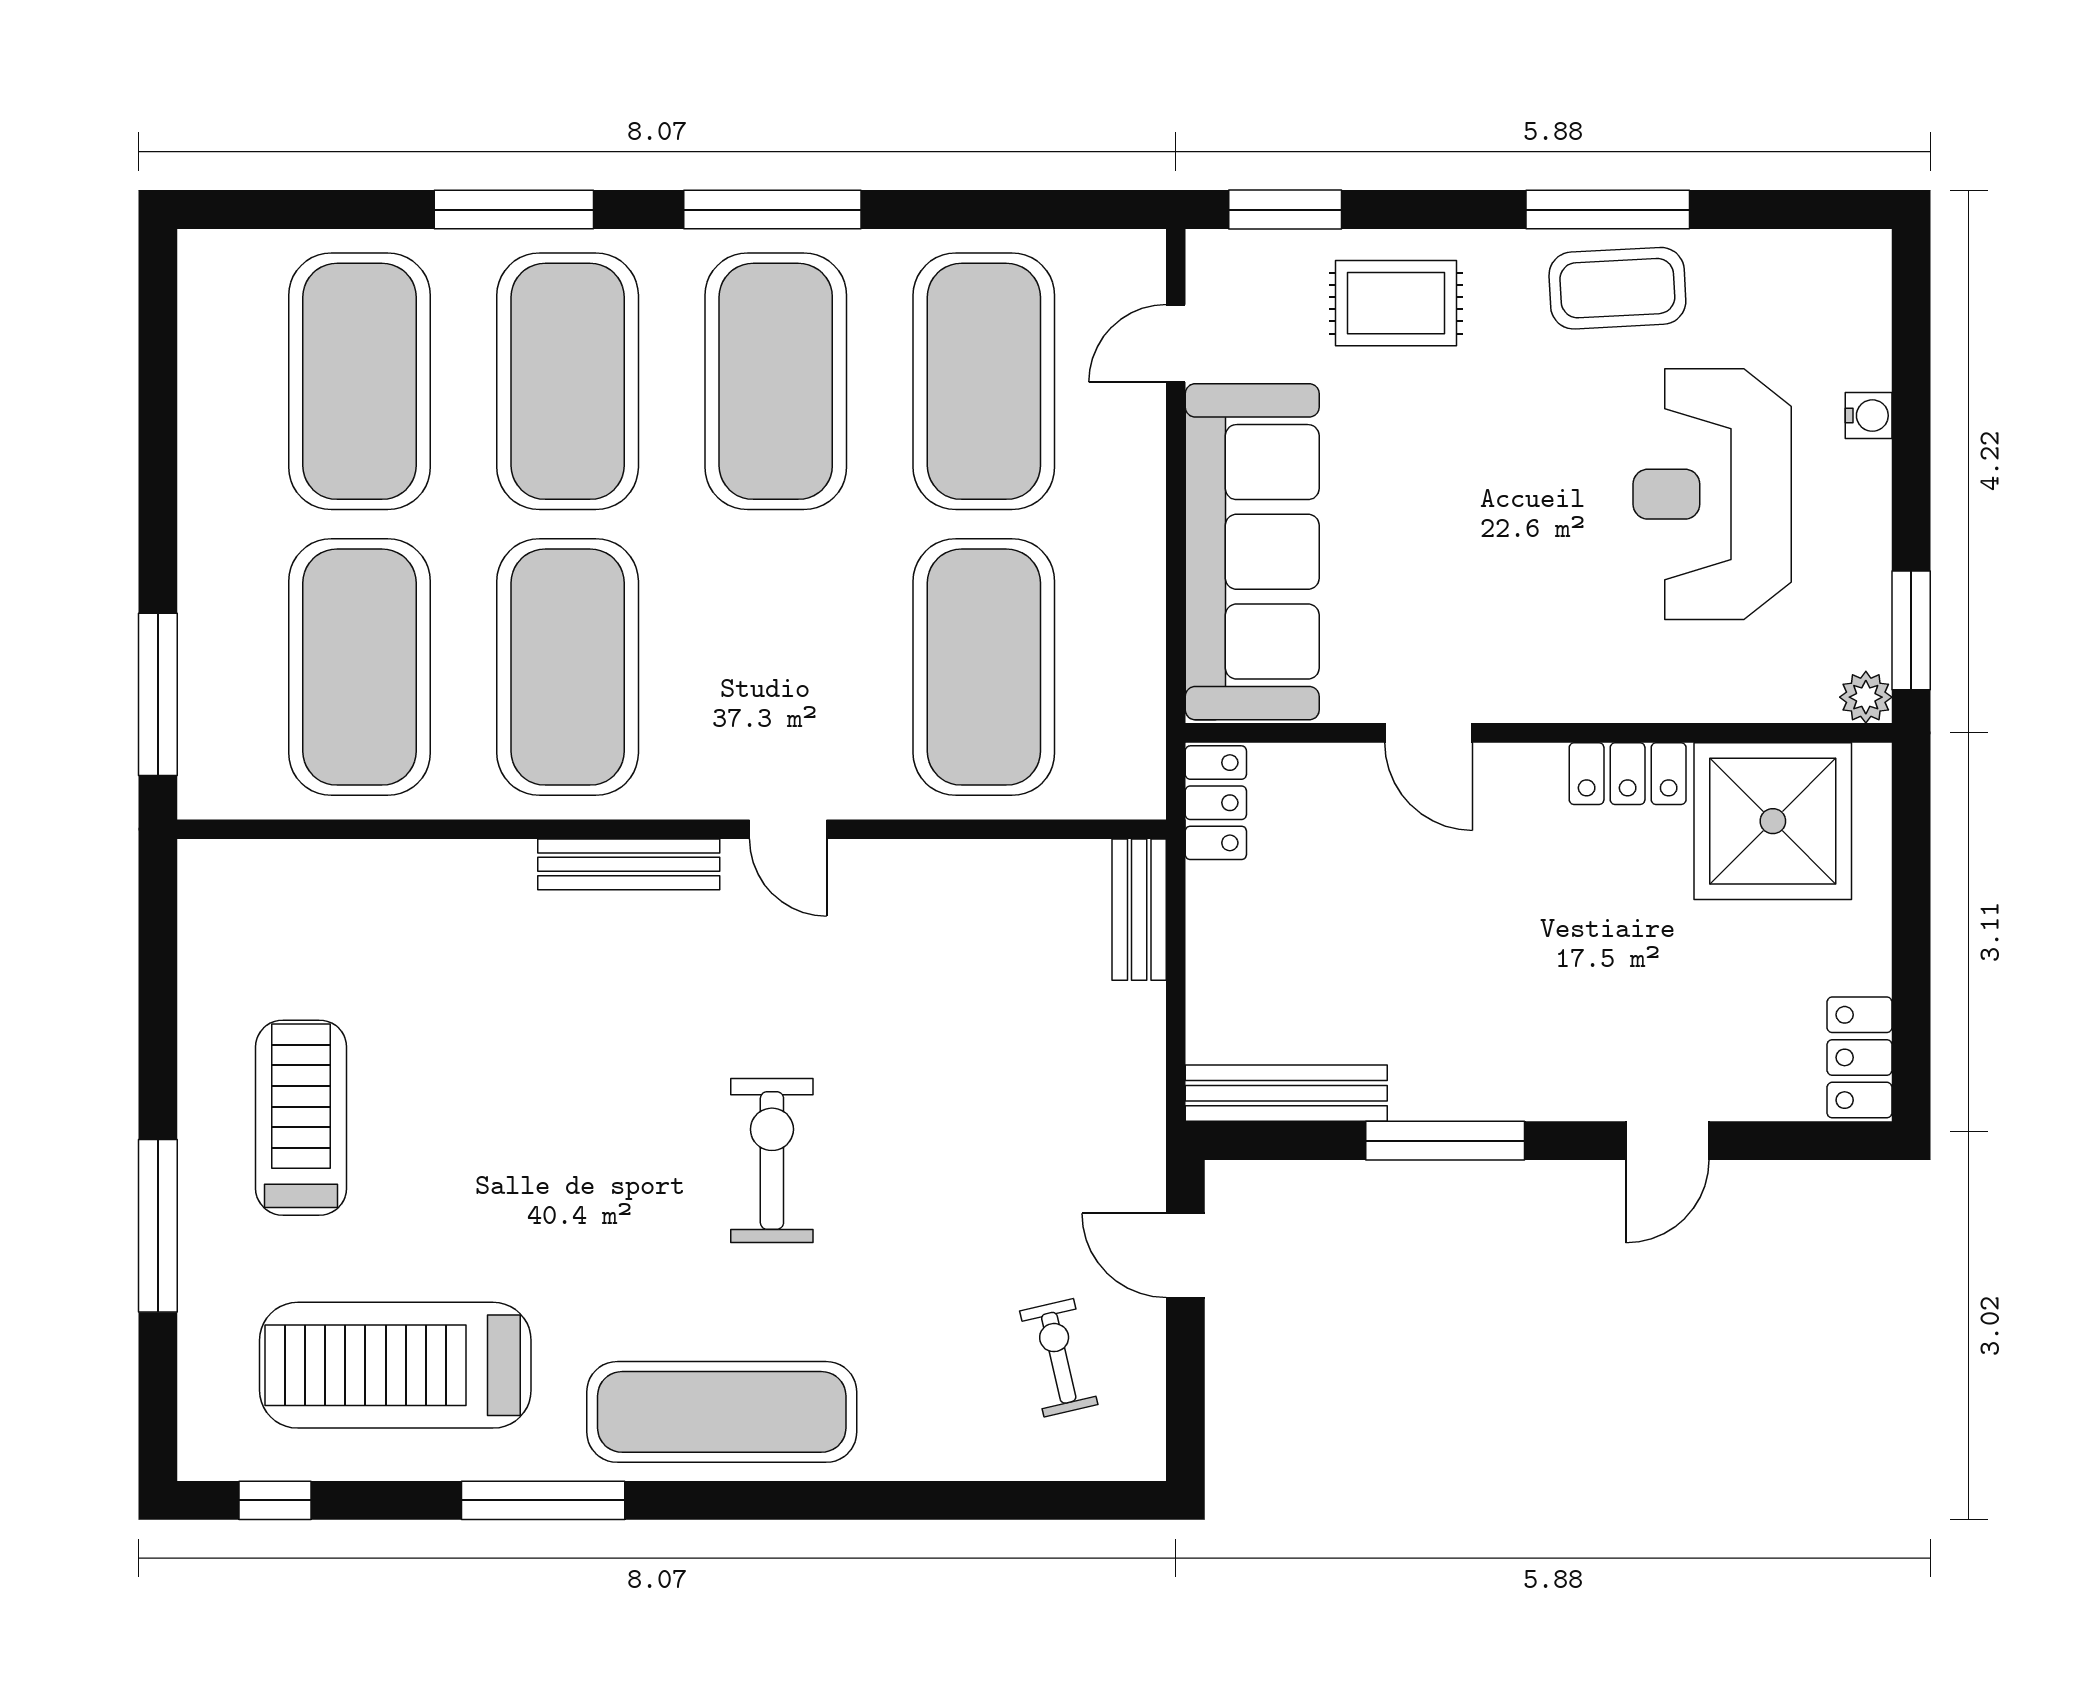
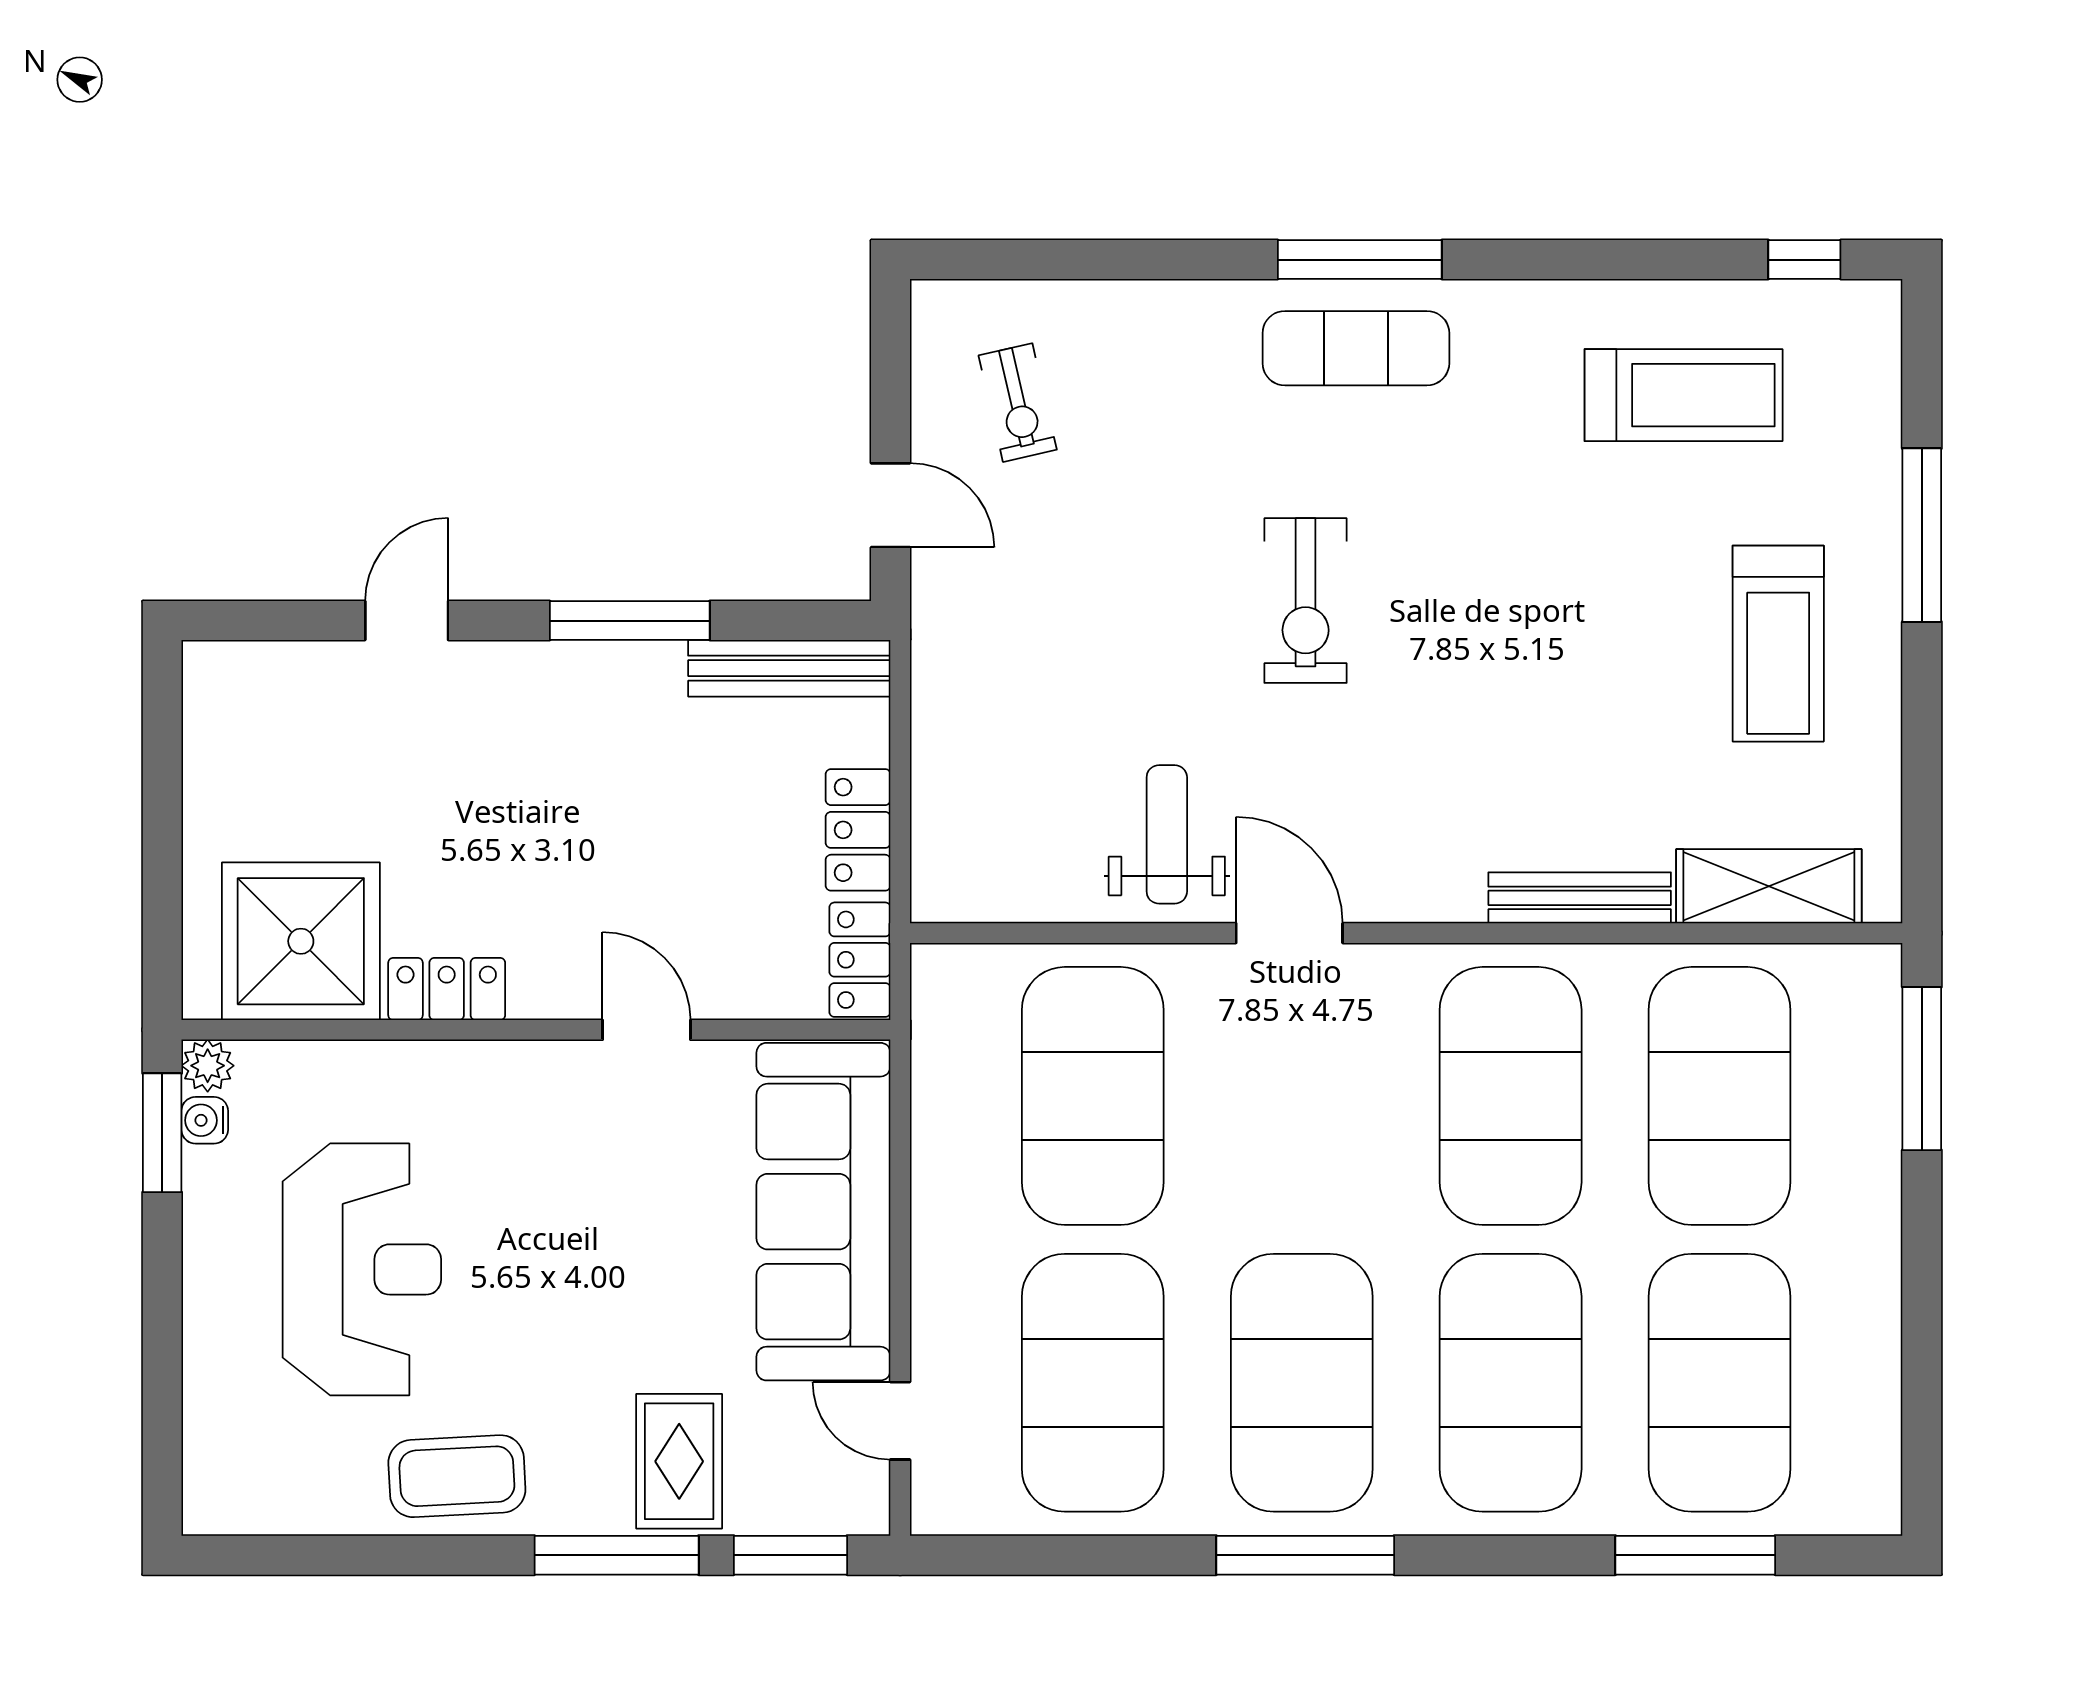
window: (514, 210) -> (1695, 1555), moved
window: (1608, 210) -> (617, 1555), moved
rug: (1396, 303) -> (679, 1461), turned 90
door: (1176, 343) -> (900, 1421), swing flipped
water cooler: (1869, 416) -> (205, 1120), moved
door: (788, 829) -> (1289, 933), width x1.38
bench: (629, 864) -> (1580, 898), moved
shelving: (310, 876) -> (1769, 886), added
bench: (1139, 910) -> (937, 852), removed
weight bench: (910, 928) -> (1167, 834), added
locker: (1859, 1057) -> (858, 830), moved, turned 180
treadmill: (395, 1365) -> (1684, 395), width x0.73, depth x0.73
exercise mat: (722, 1412) -> (1356, 348), width x0.73, depth x0.69
window: (543, 1500) -> (1360, 260), moved

